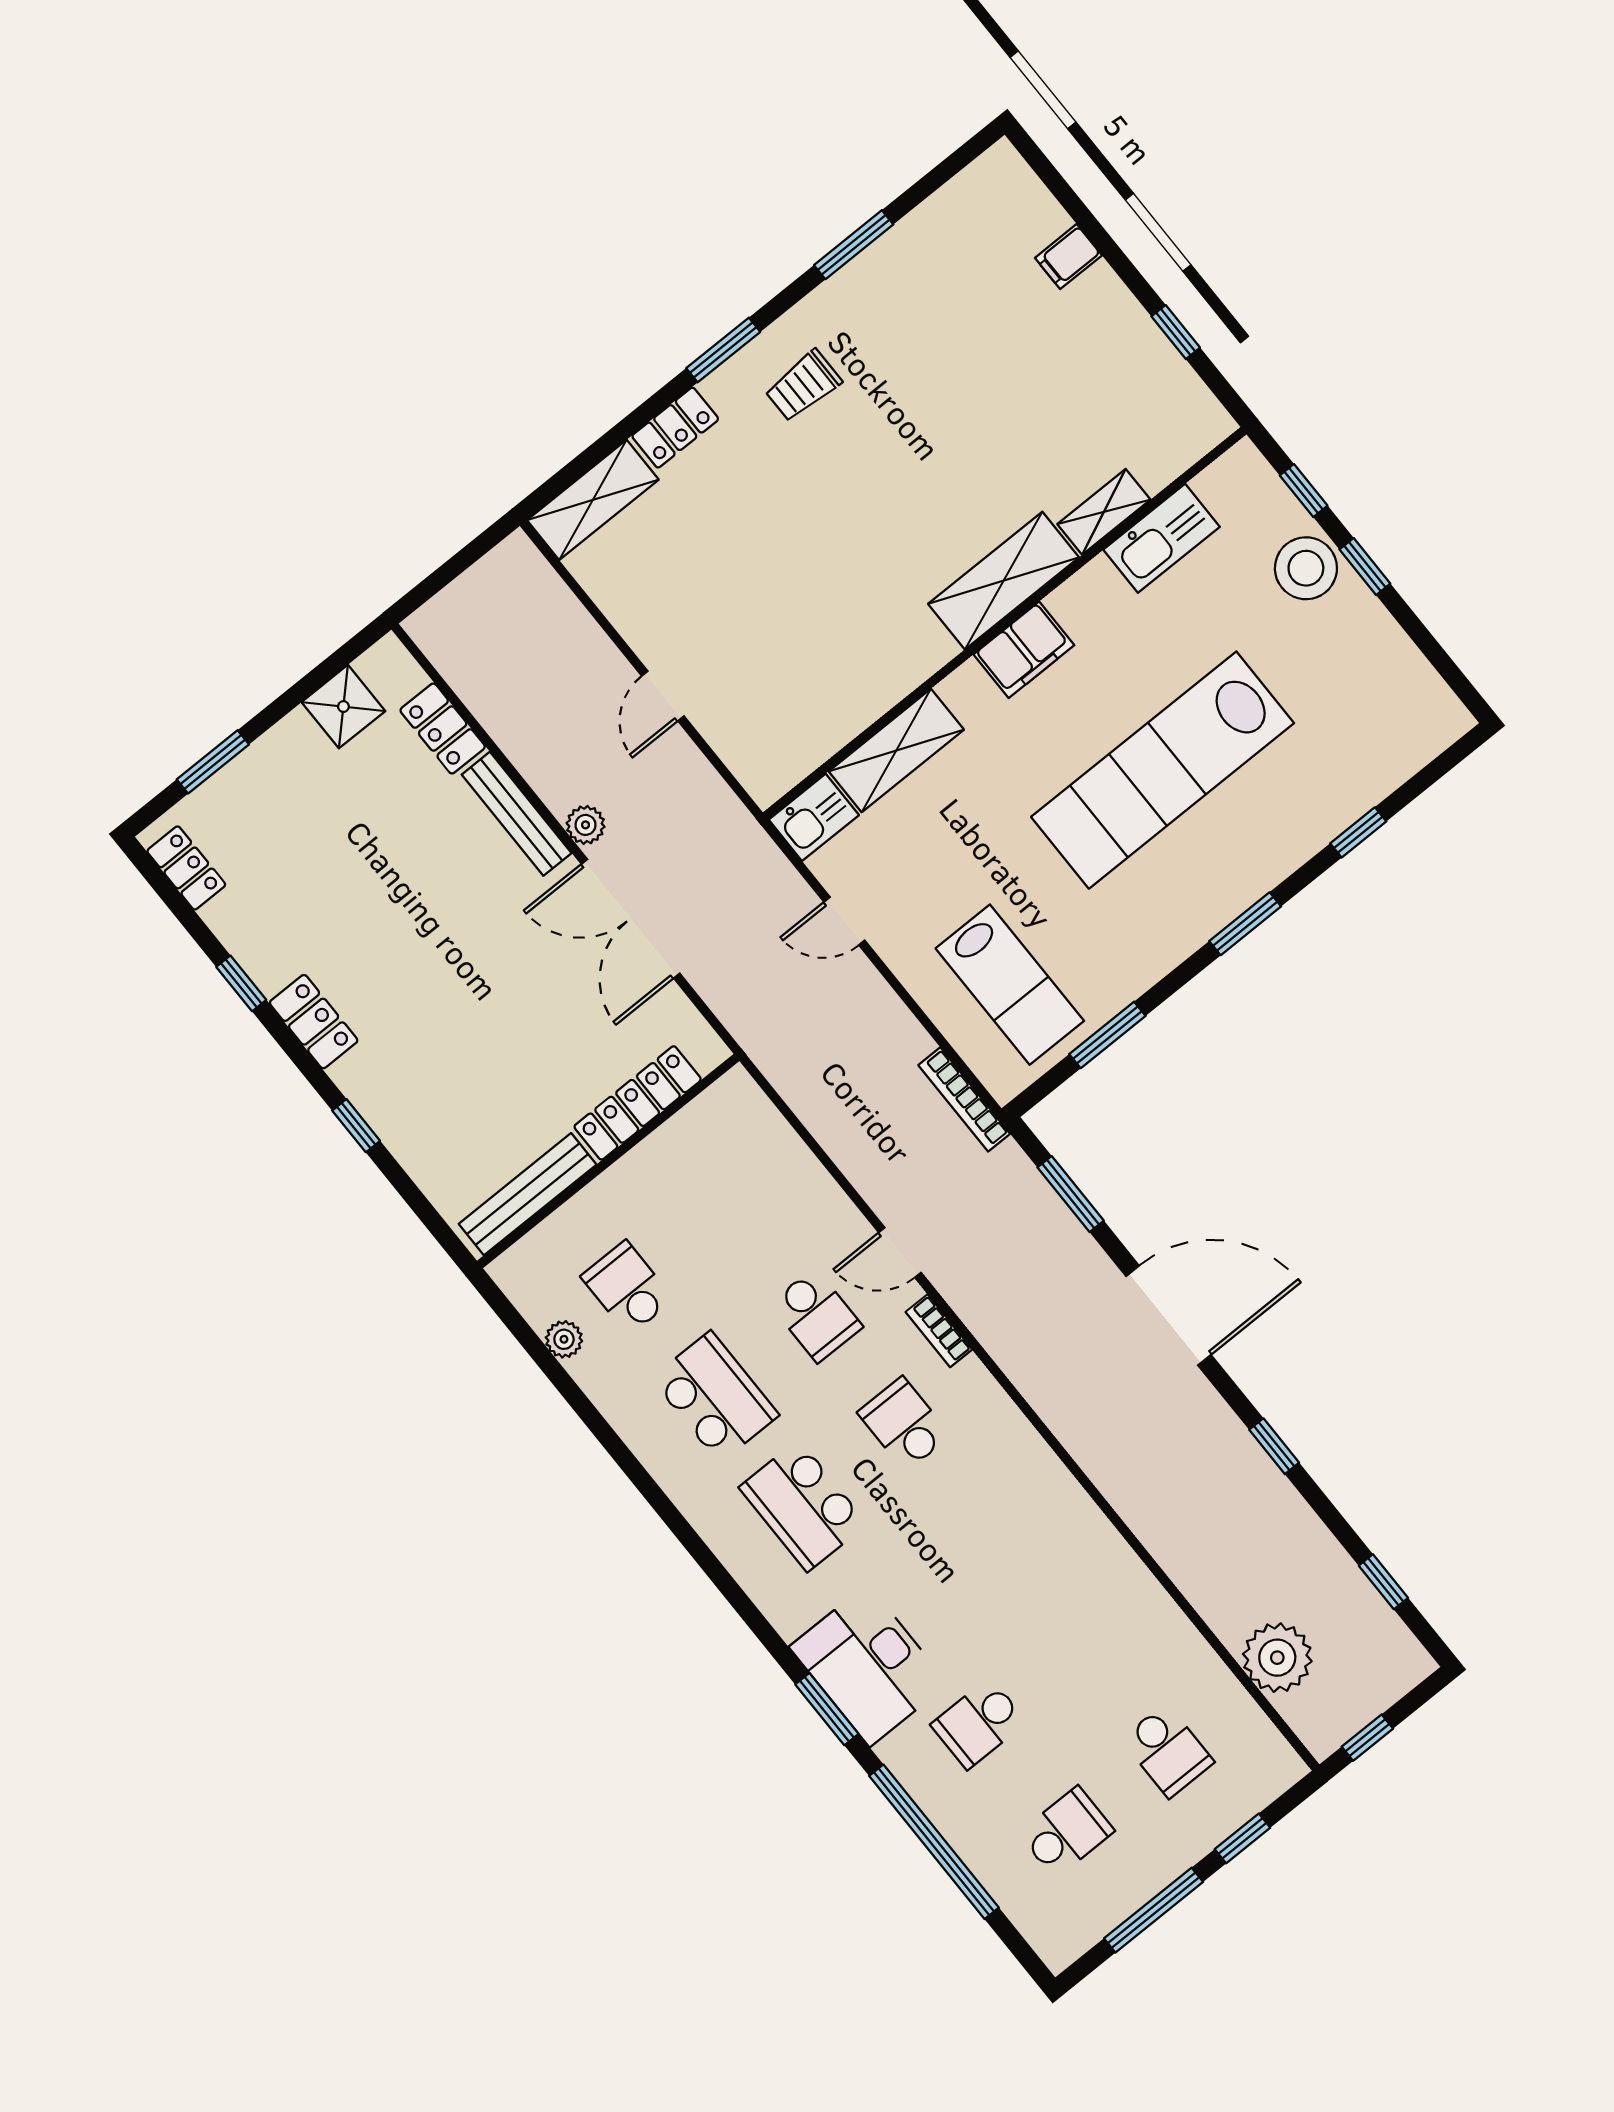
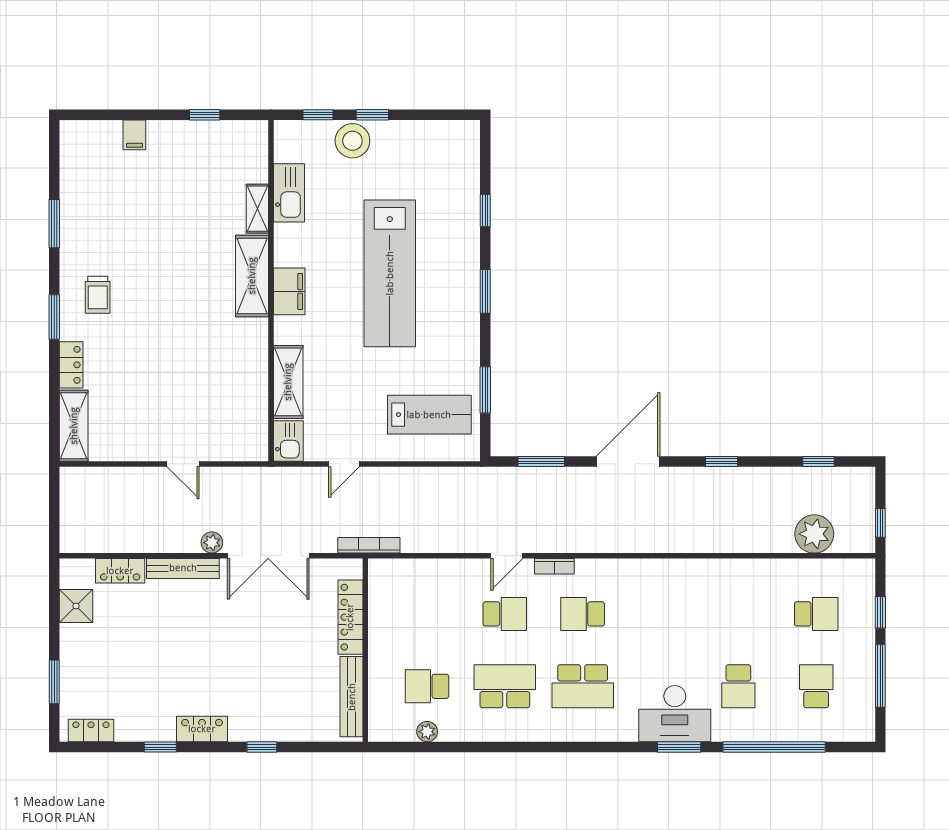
bookcase: (964, 1099) -> (369, 545), moved, turned 180

